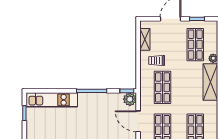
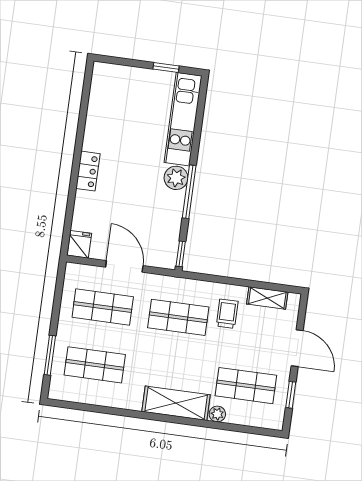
plant: (130, 99) -> (176, 178), moved
door: (138, 121) -> (124, 266), hinge flipped

